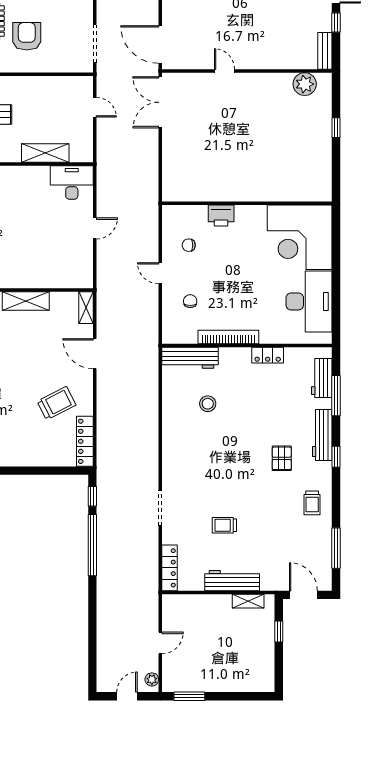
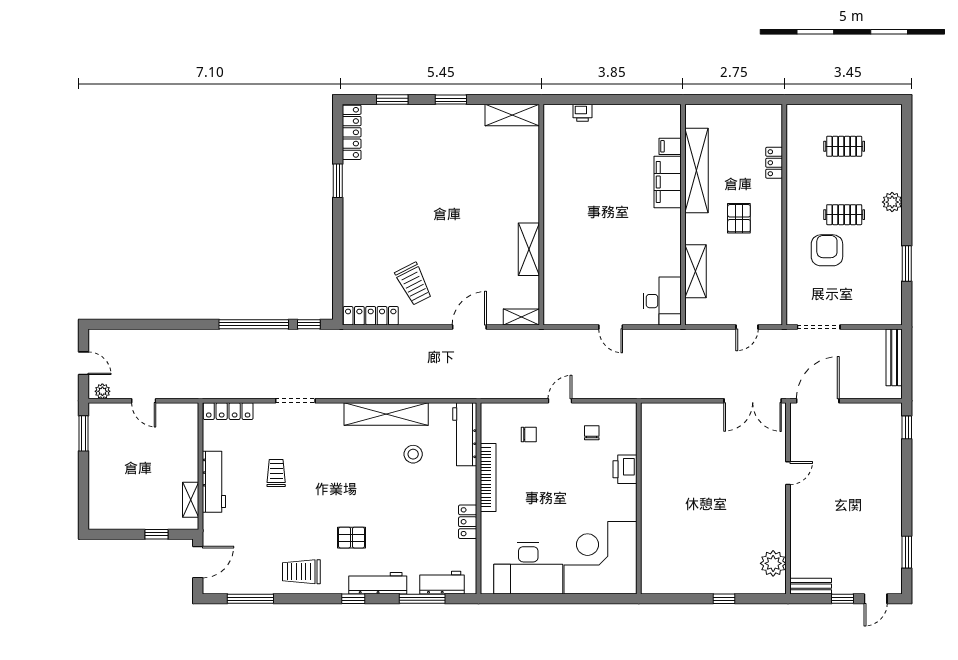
armchair: (27, 36) -> (827, 250), turned -90
double door: (160, 102) -> (753, 401), swing flipped
shelving: (172, 428) -> (386, 414), added
trolley: (312, 503) -> (301, 572), width x1.36, depth x1.39

